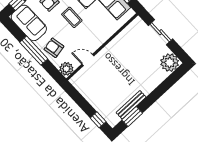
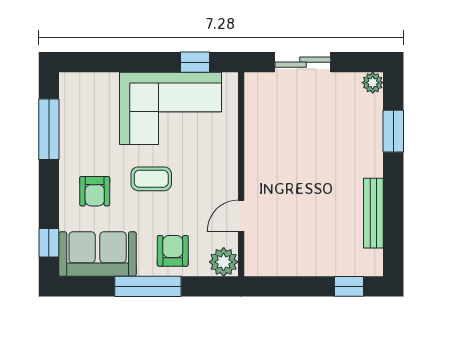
armchair: (54, 48) -> (173, 251), turned 101
plant: (170, 63) -> (373, 83), width x0.53, depth x0.53
window: (132, 117) -> (393, 131), moved

